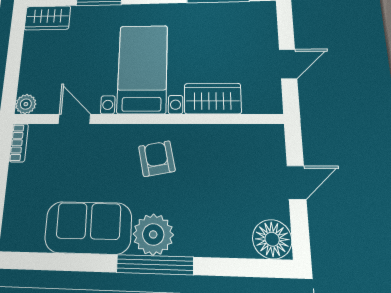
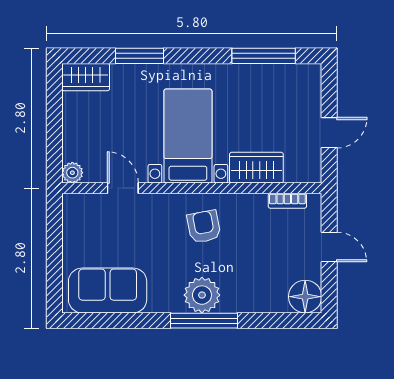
bookcase: (19, 143) -> (287, 201), moved, turned 90
door: (296, 182) -> (329, 247), hinge flipped
sofa: (88, 228) -> (108, 290), moved

